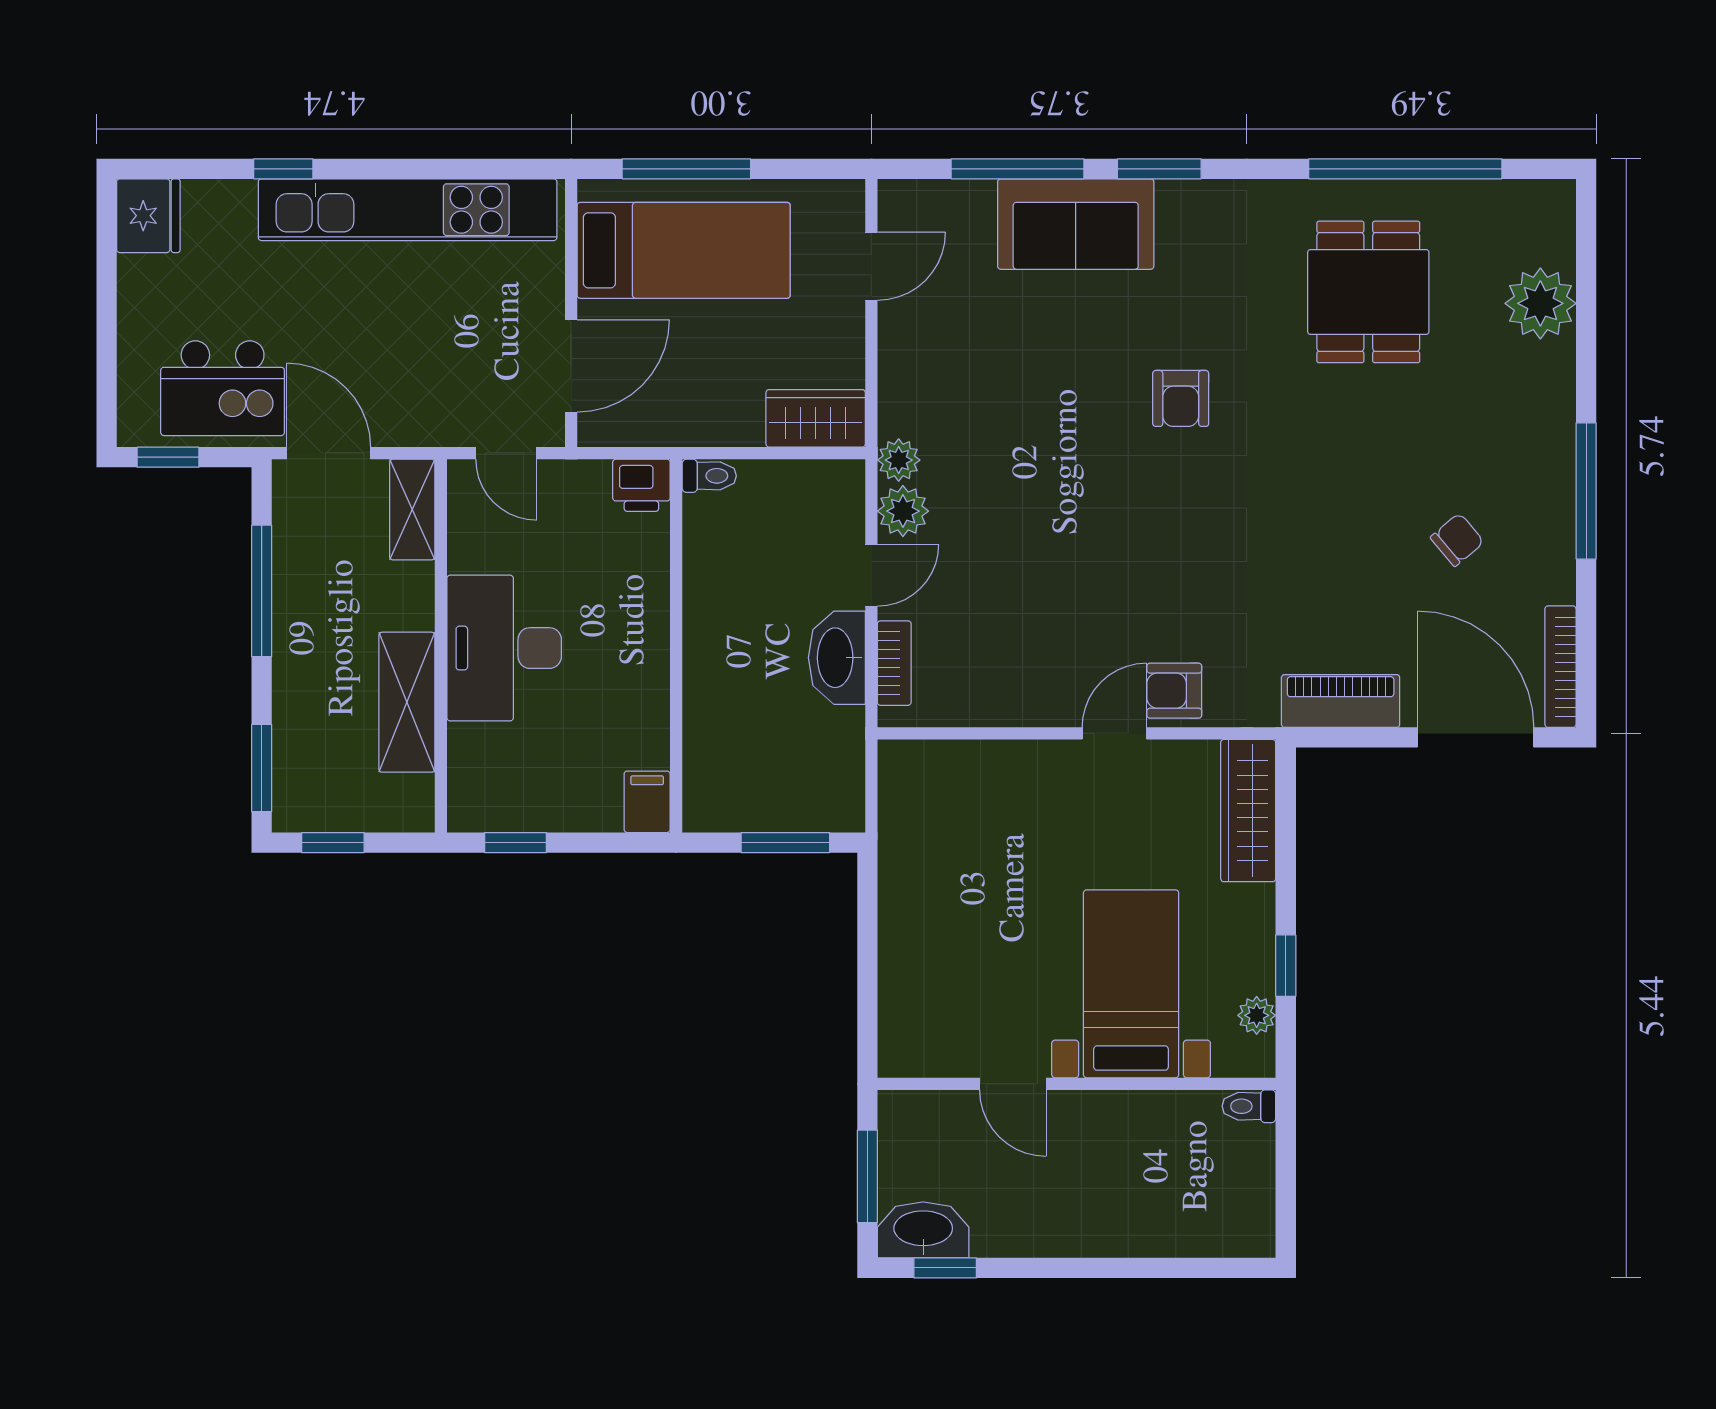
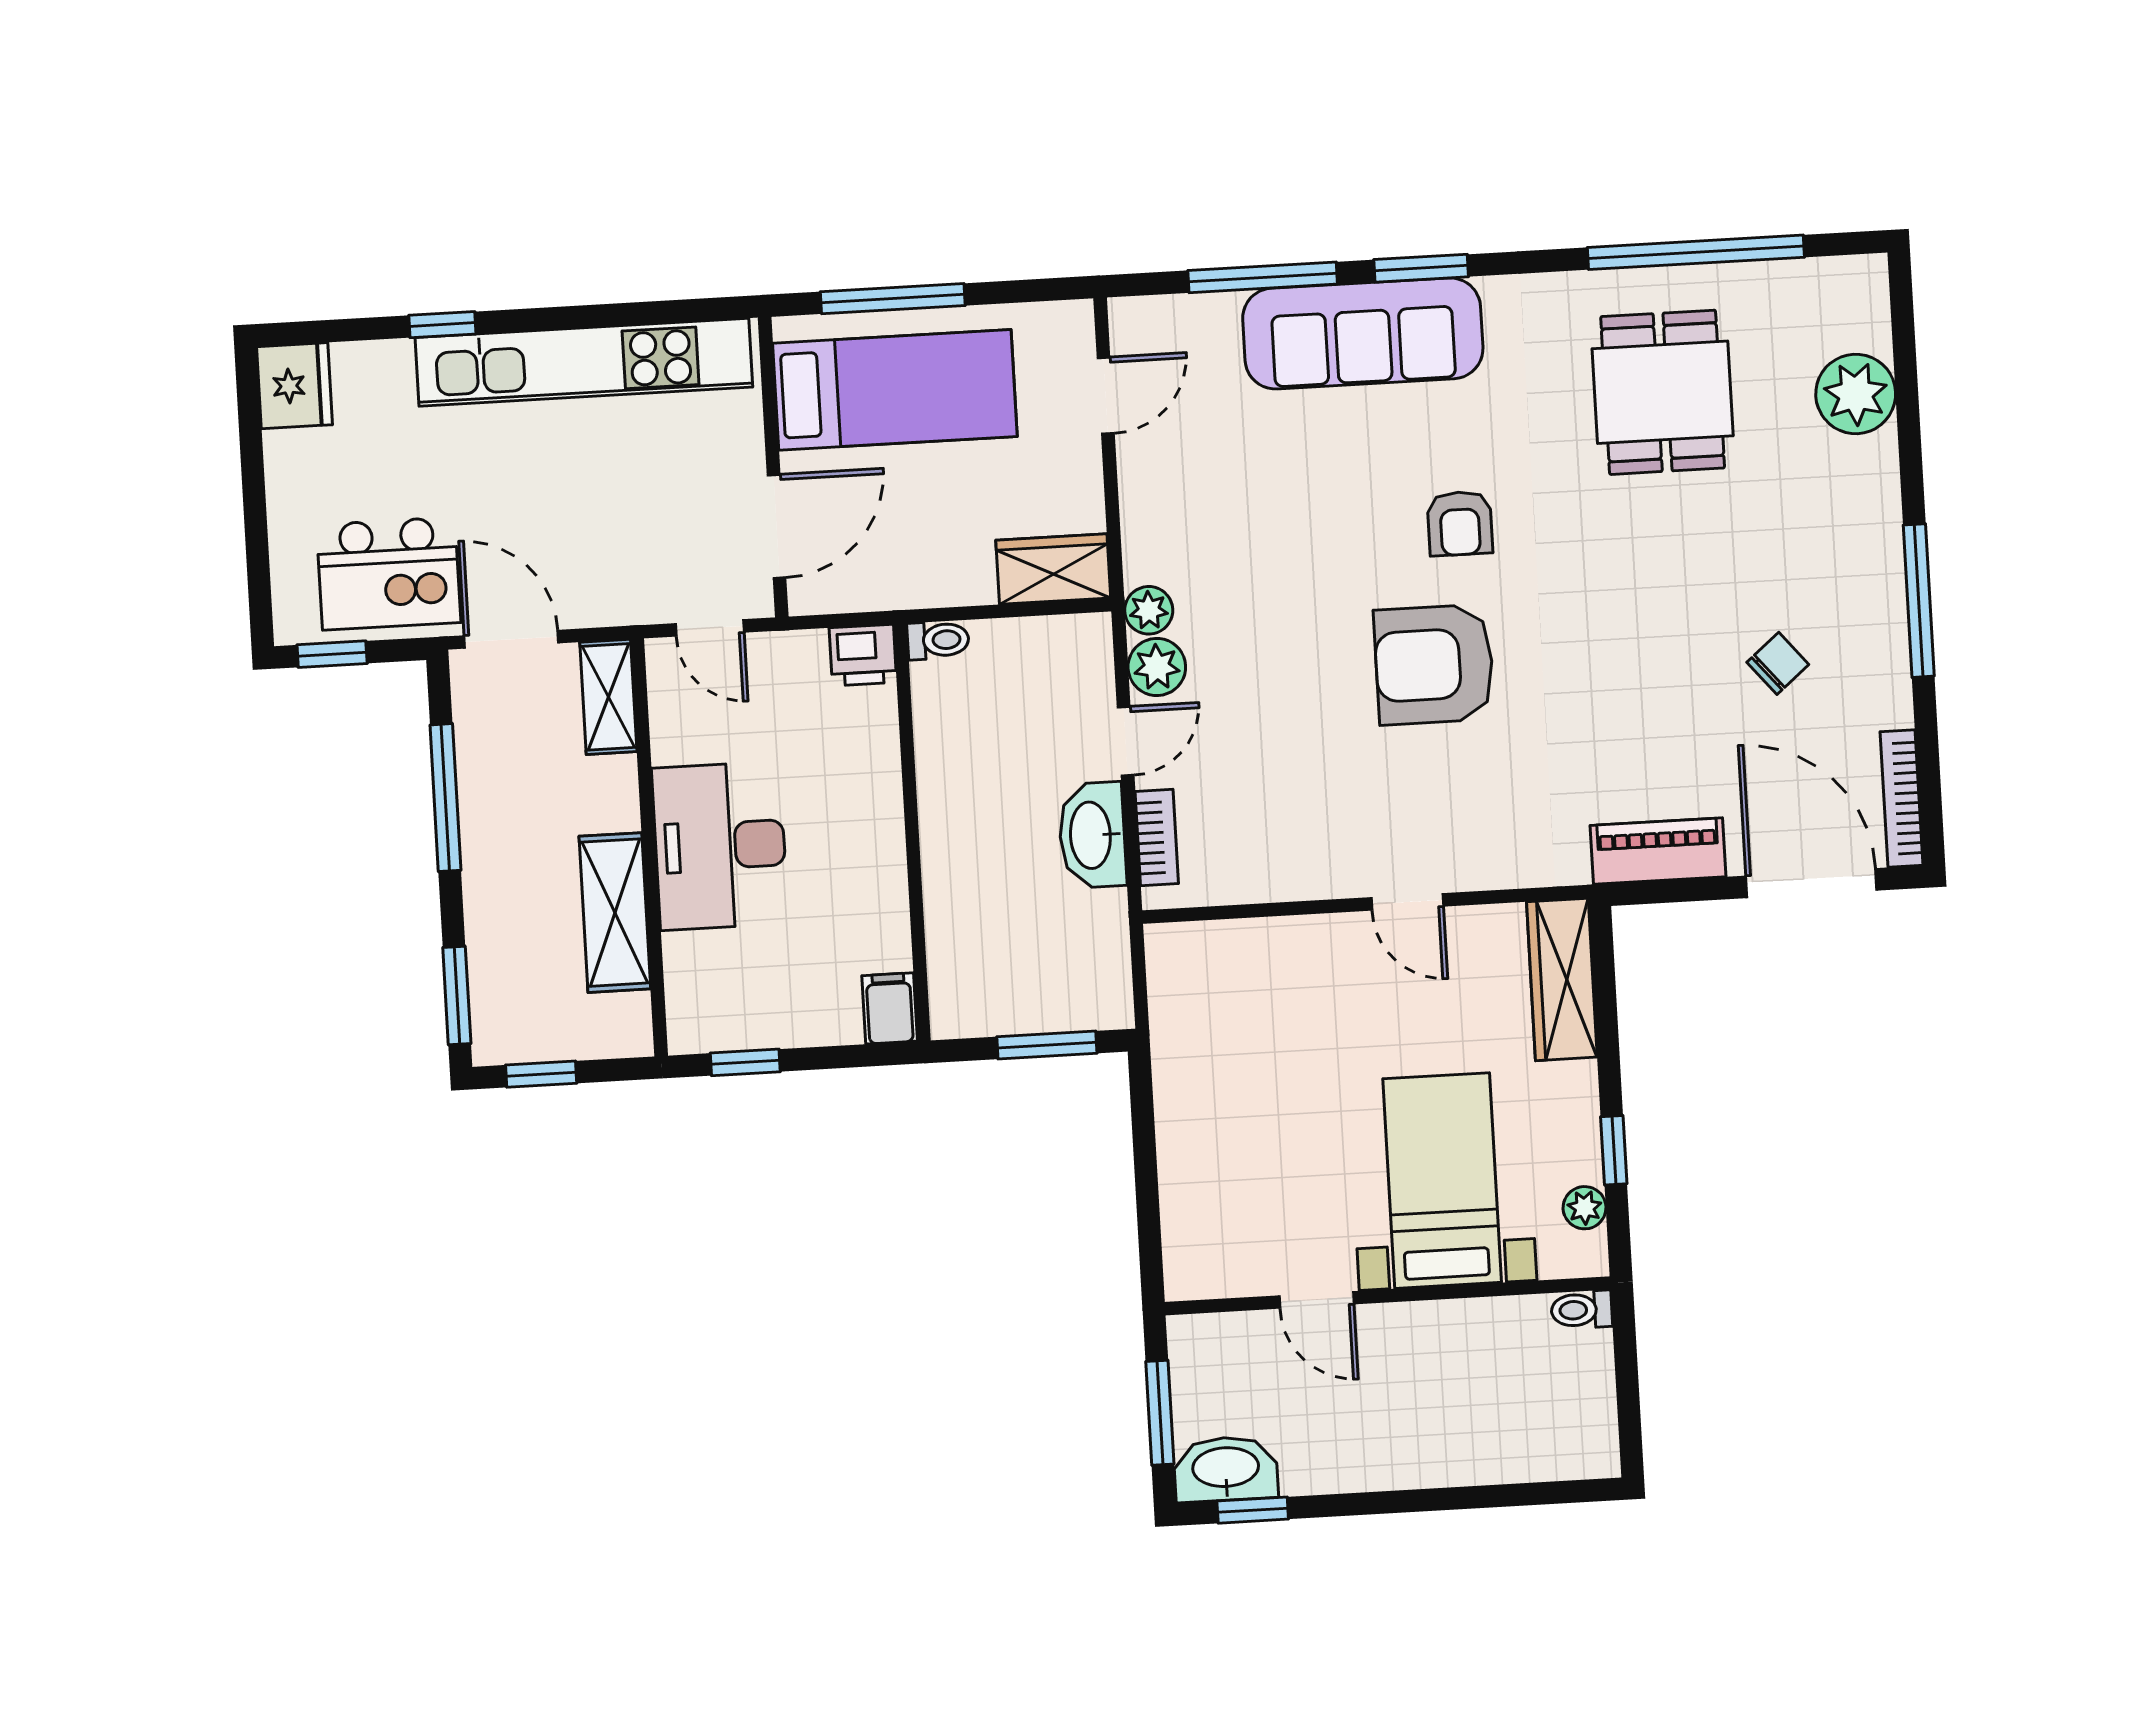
sofa: (1076, 224) -> (1363, 333), width x1.36
armchair: (1174, 691) -> (1434, 665), moved, width x1.88, depth x1.88
door: (1114, 733) -> (1407, 902), swing flipped

